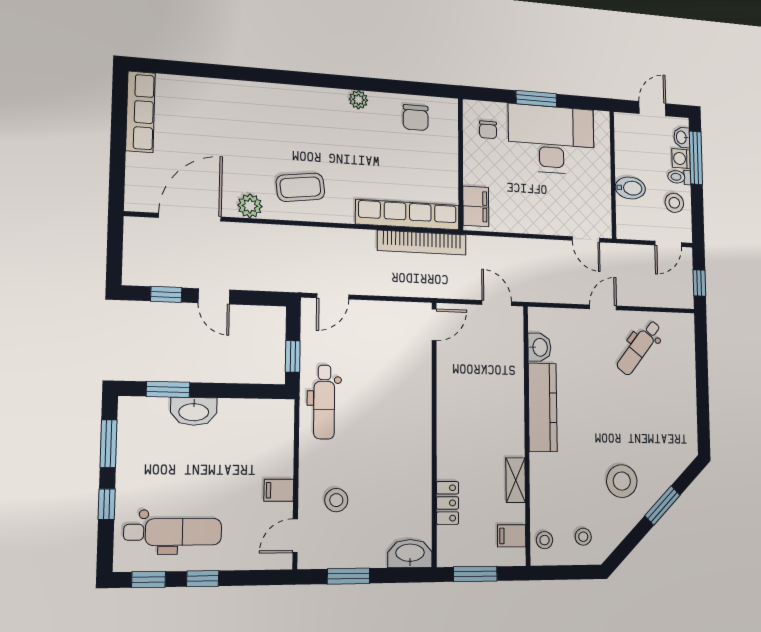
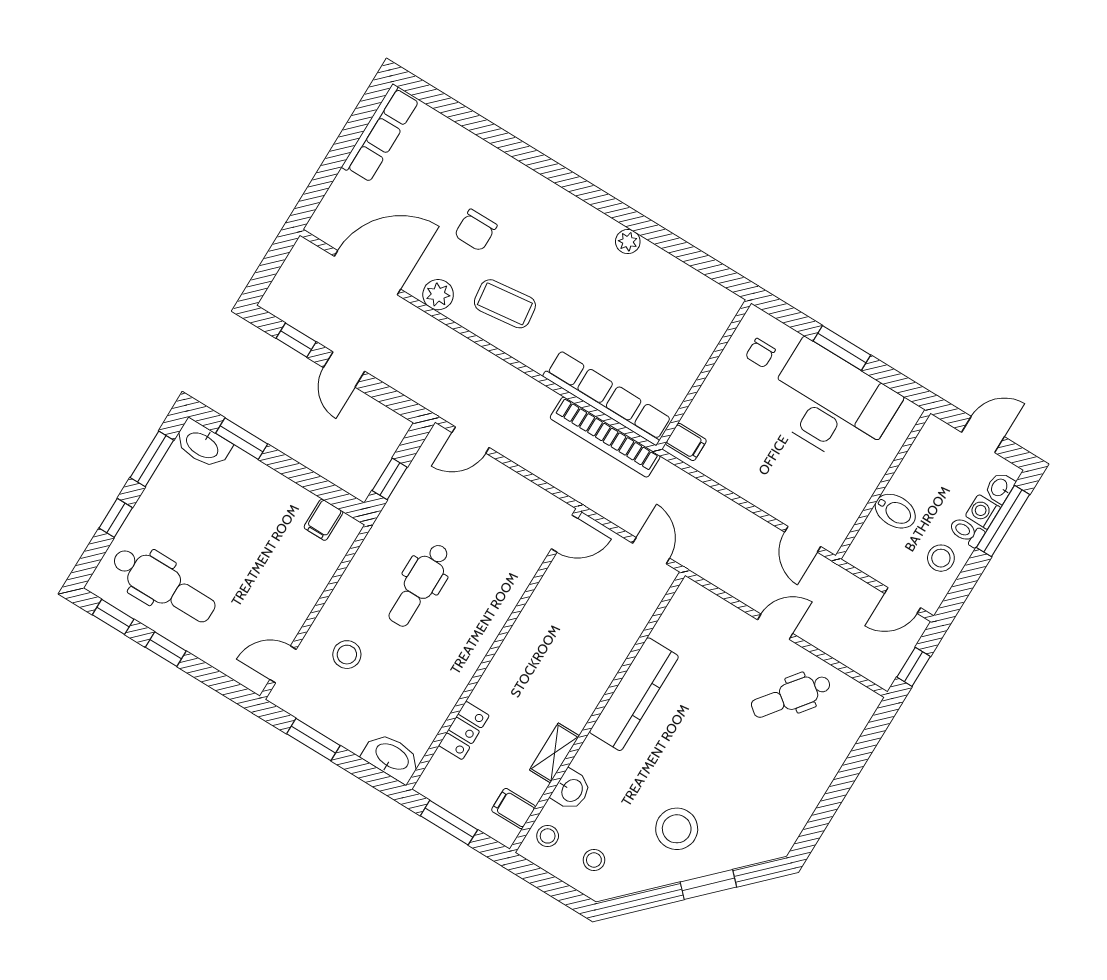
chair: (416, 118) -> (476, 230), moved
filing cabinet: (476, 206) -> (686, 442), width x0.50
washbasin: (539, 347) -> (571, 790), moved
dental chair: (324, 402) -> (419, 585), moved
washbasin: (194, 411) -> (203, 444), moved
filing cabinet: (279, 490) -> (323, 520), moved, turned -90

